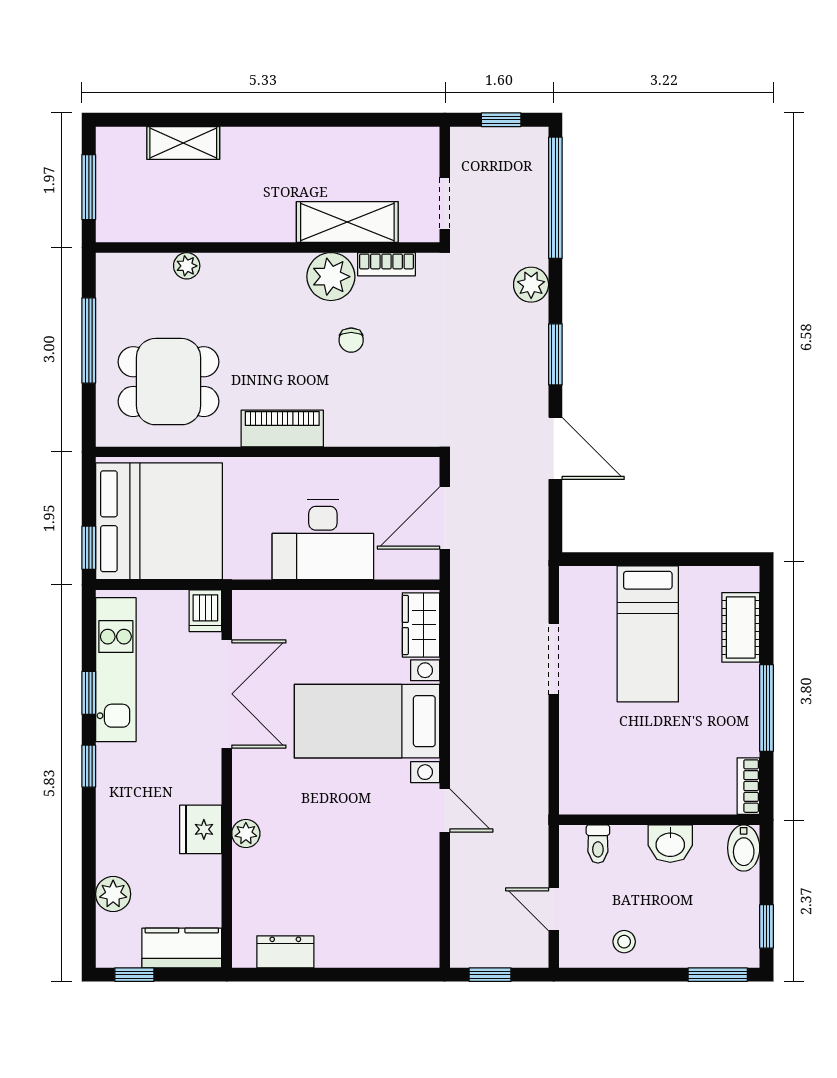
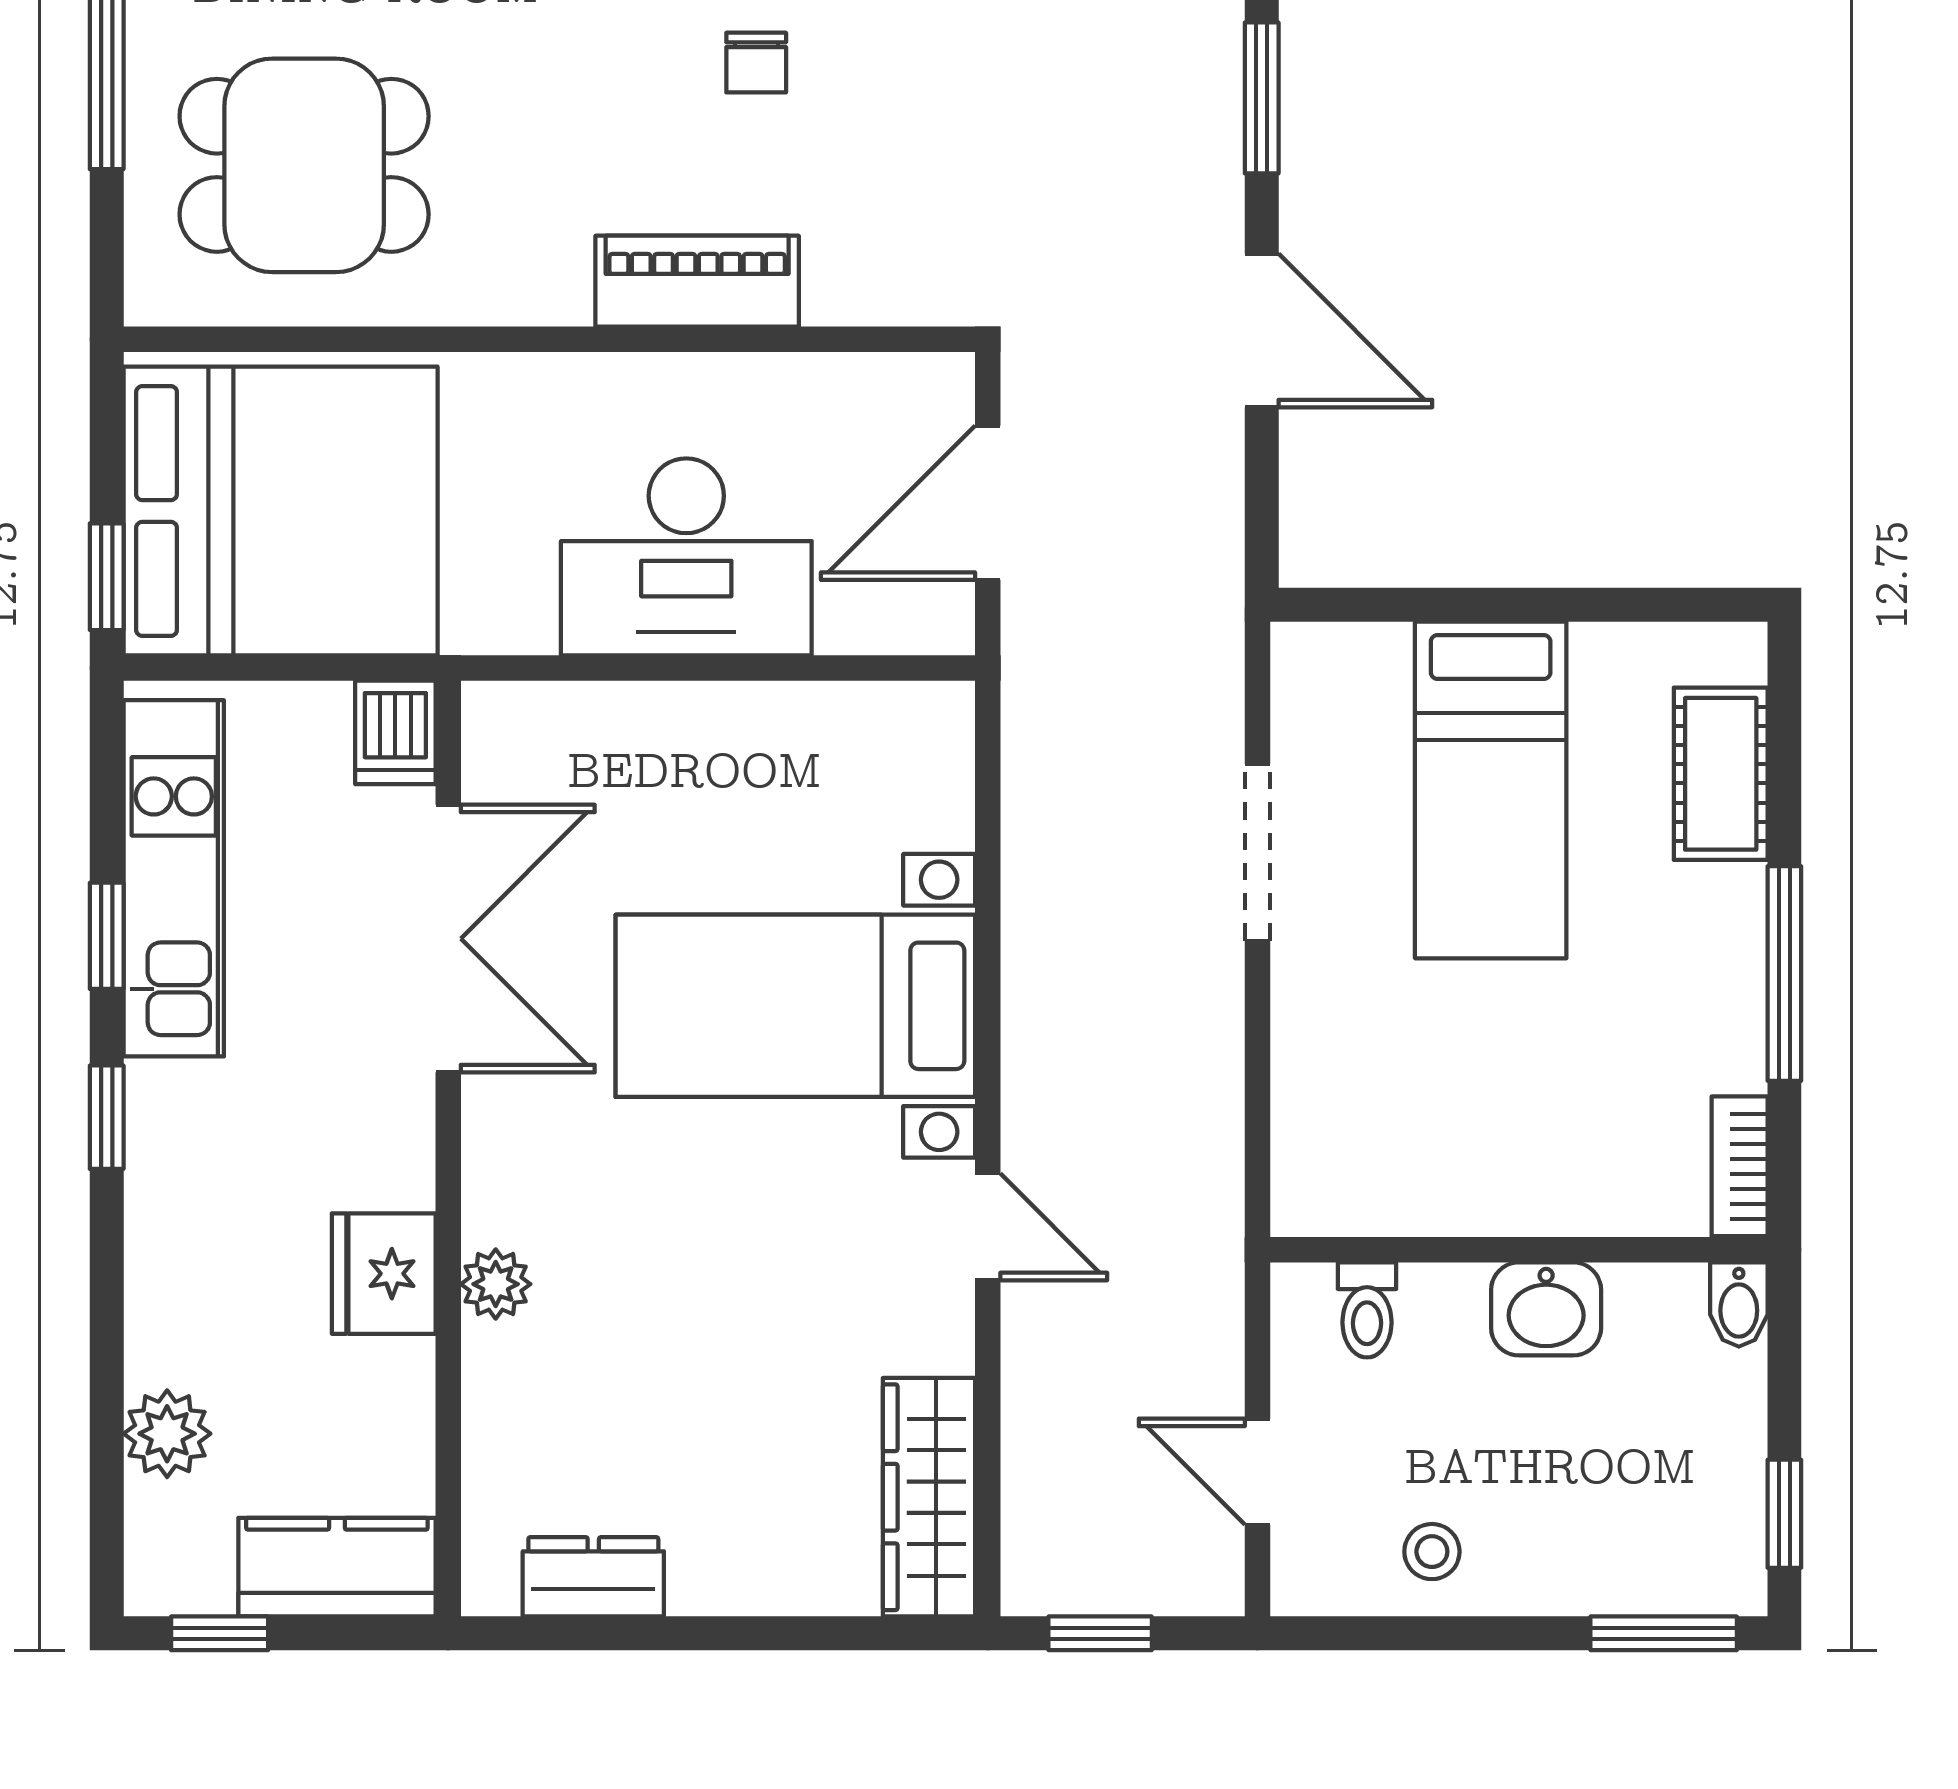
piano: (282, 428) -> (697, 281), moved
wardrobe: (421, 625) -> (929, 1497), moved, width x1.50
bidet: (744, 848) -> (1739, 1305), width x0.72, depth x0.74

